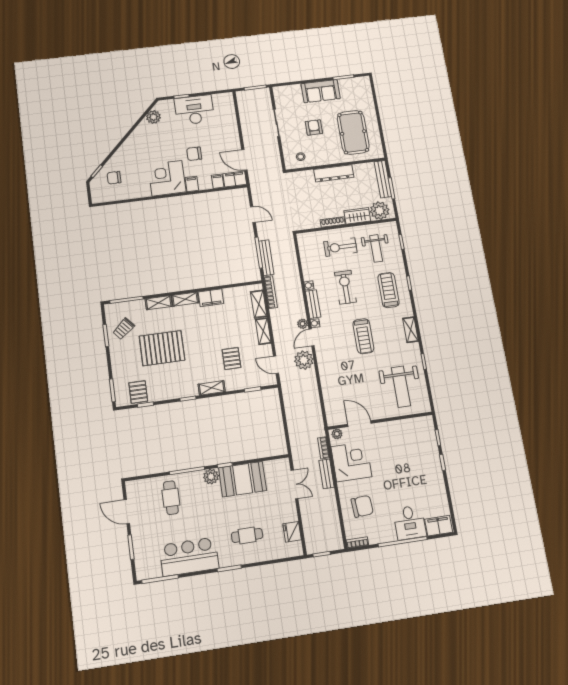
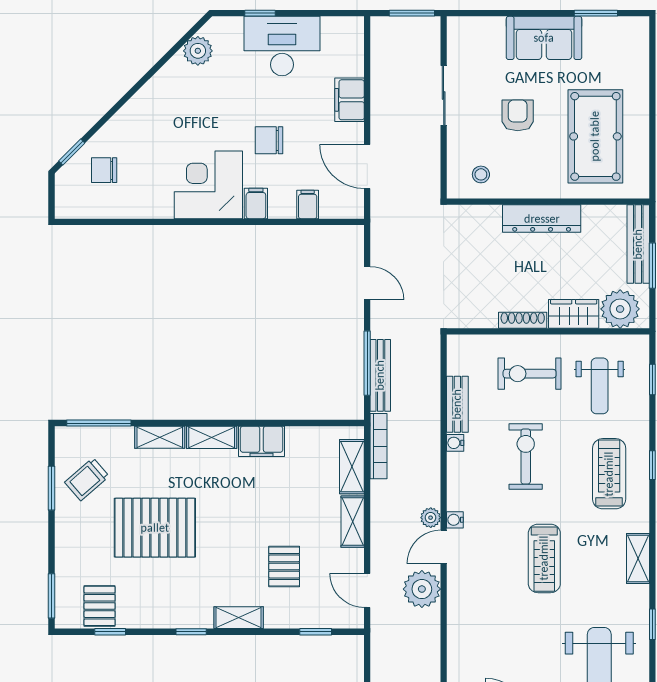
filing cabinet: (235, 179) -> (350, 100), moved, turned -90
bench: (313, 304) -> (457, 404), moved

